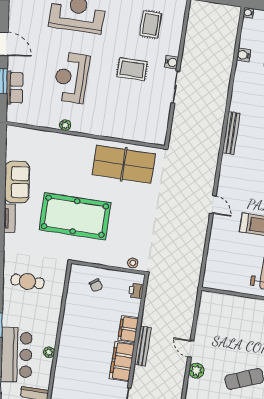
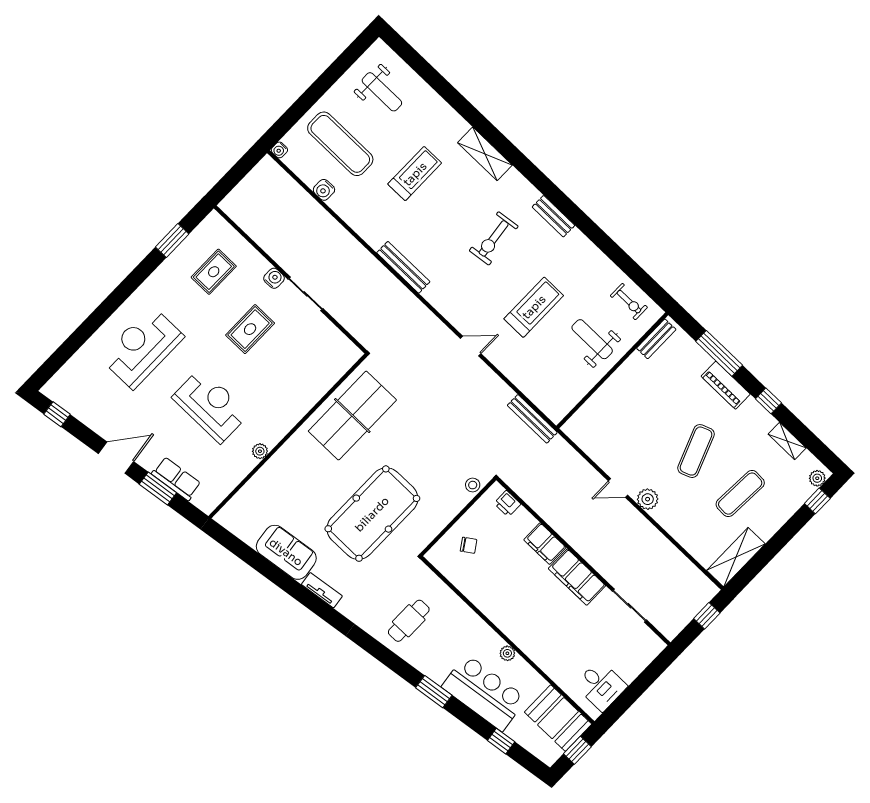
rug: (151, 24) -> (214, 272), turned 90
reception desk: (71, 78) -> (211, 406), turned 180
bench: (143, 346) -> (532, 419), moved

